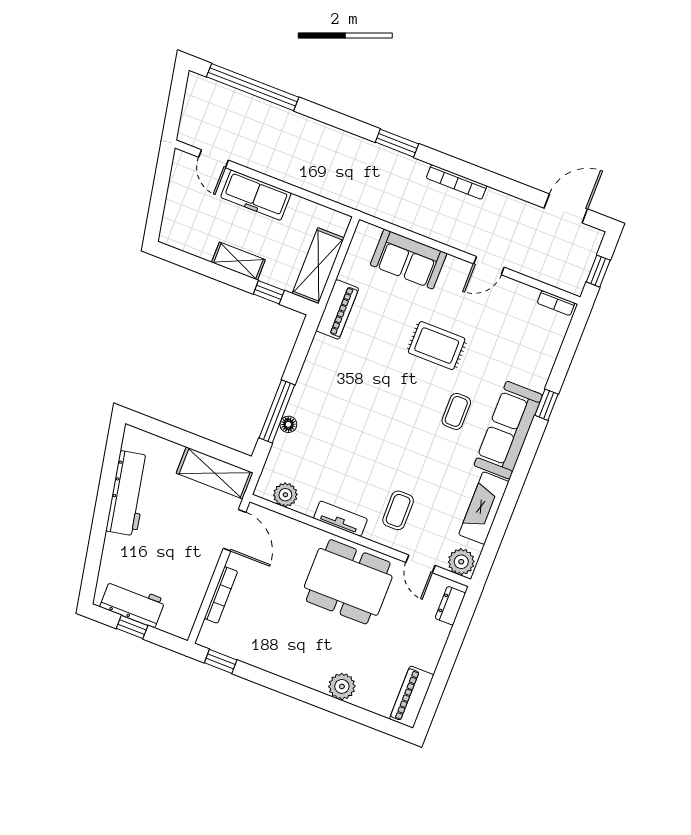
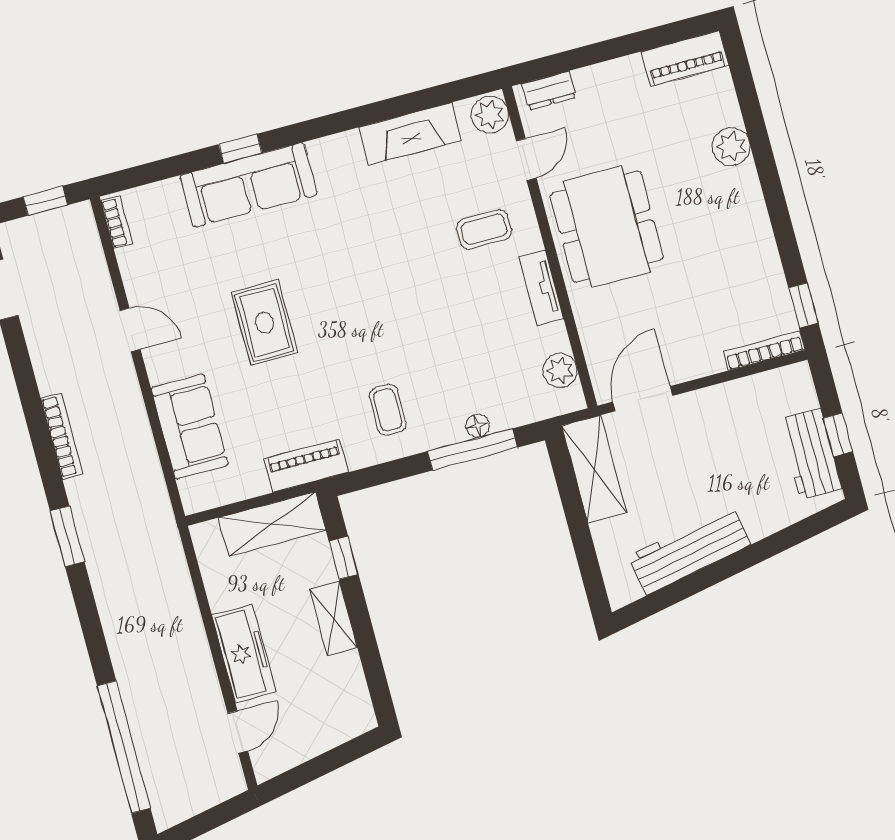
coffee table: (456, 411) -> (388, 410), moved, turned 90
sofa: (508, 430) -> (249, 185), moved
bookcase: (221, 595) -> (764, 350), moved

